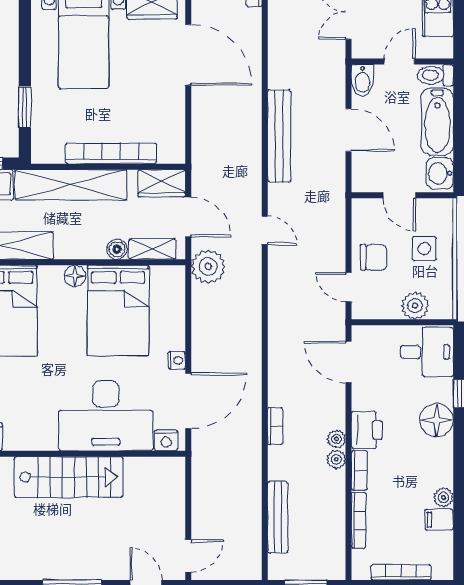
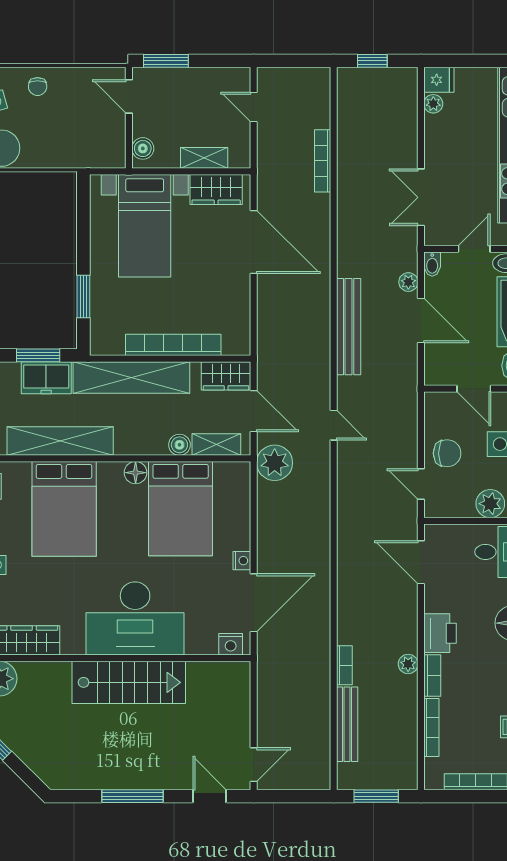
bidet: (362, 80) -> (432, 264), width x0.72, depth x0.74
desk: (106, 416) -> (135, 618), moved
bookcase: (275, 426) -> (344, 665), moved
plant: (337, 439) -> (408, 282), moved

